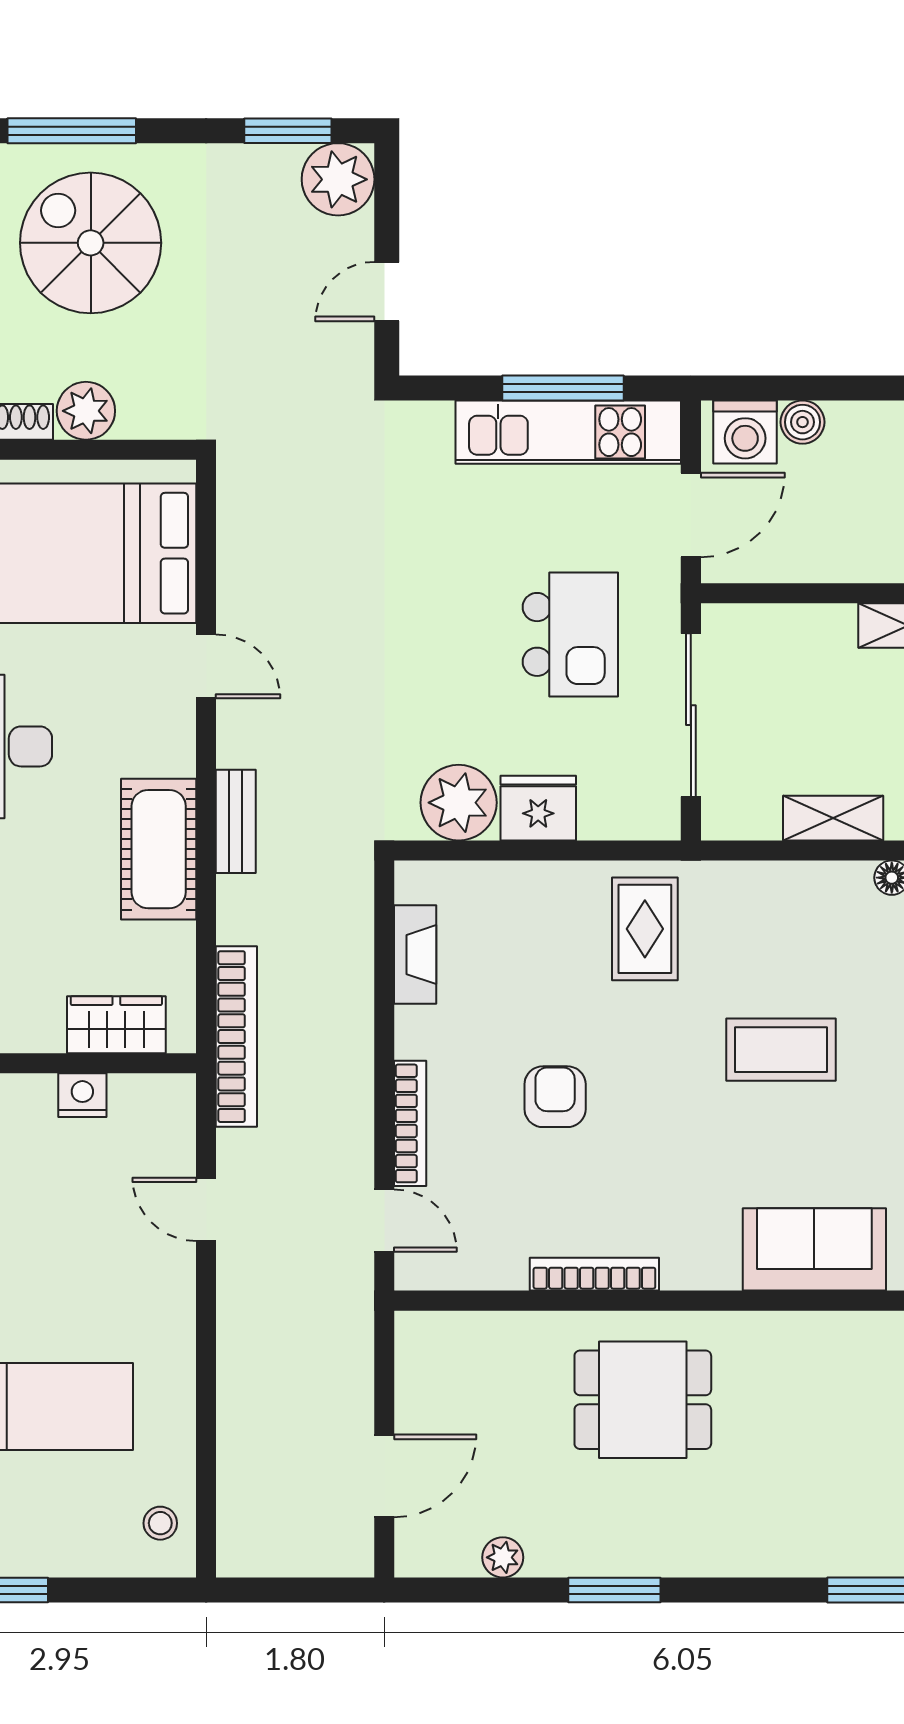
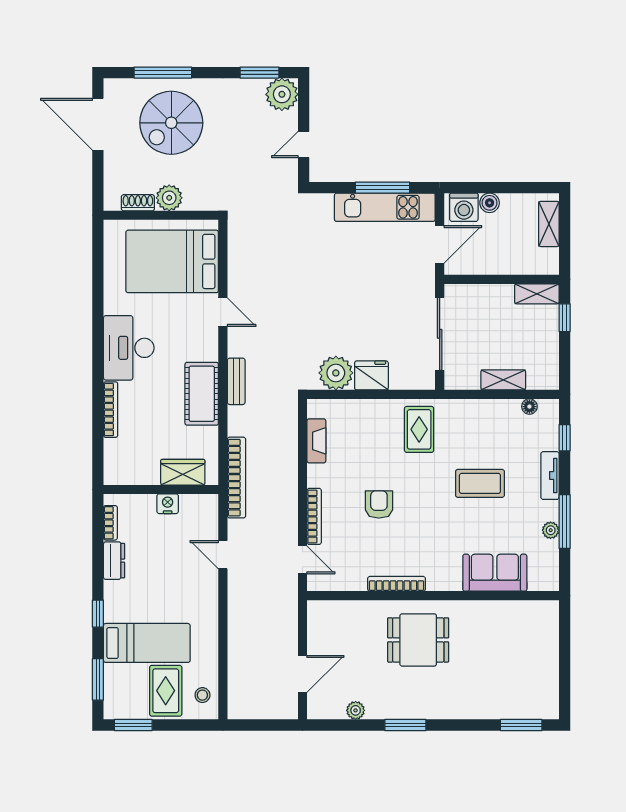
spiral stairs: (91, 243) -> (171, 123), turned -90
kitchen island: (570, 634) -> (386, 298), removed
rug: (78, 1513) -> (166, 691), added

